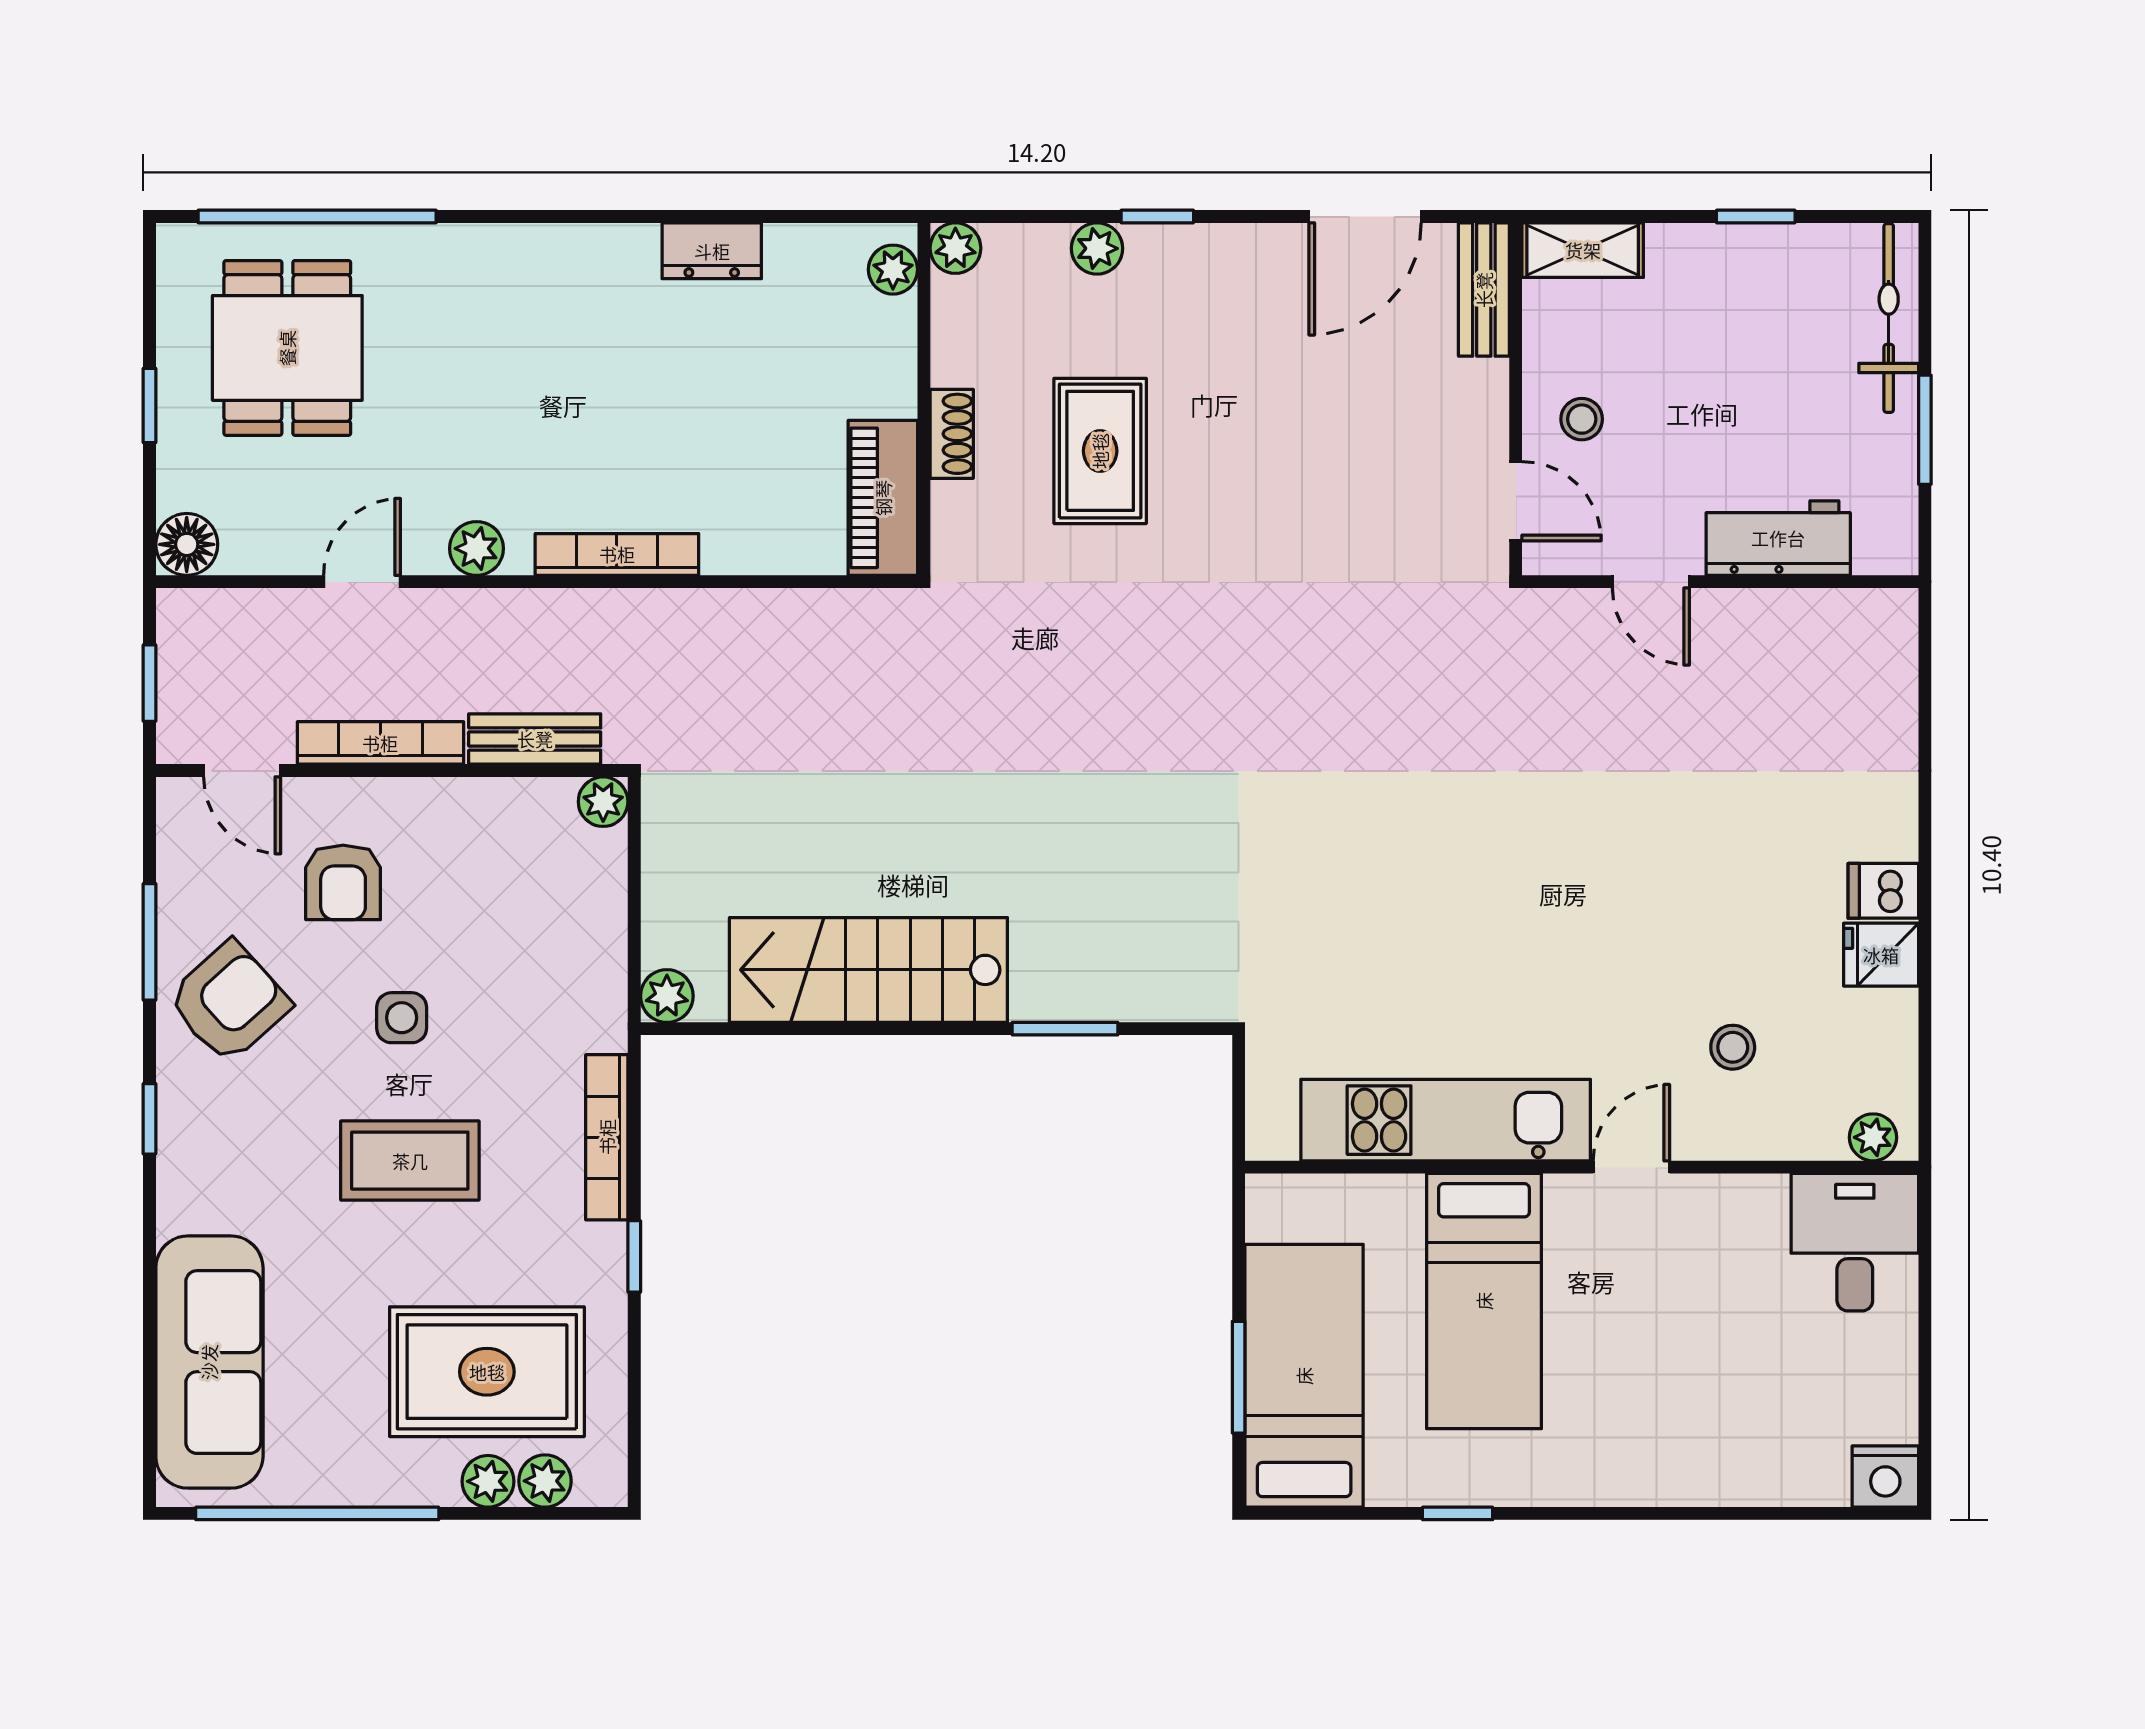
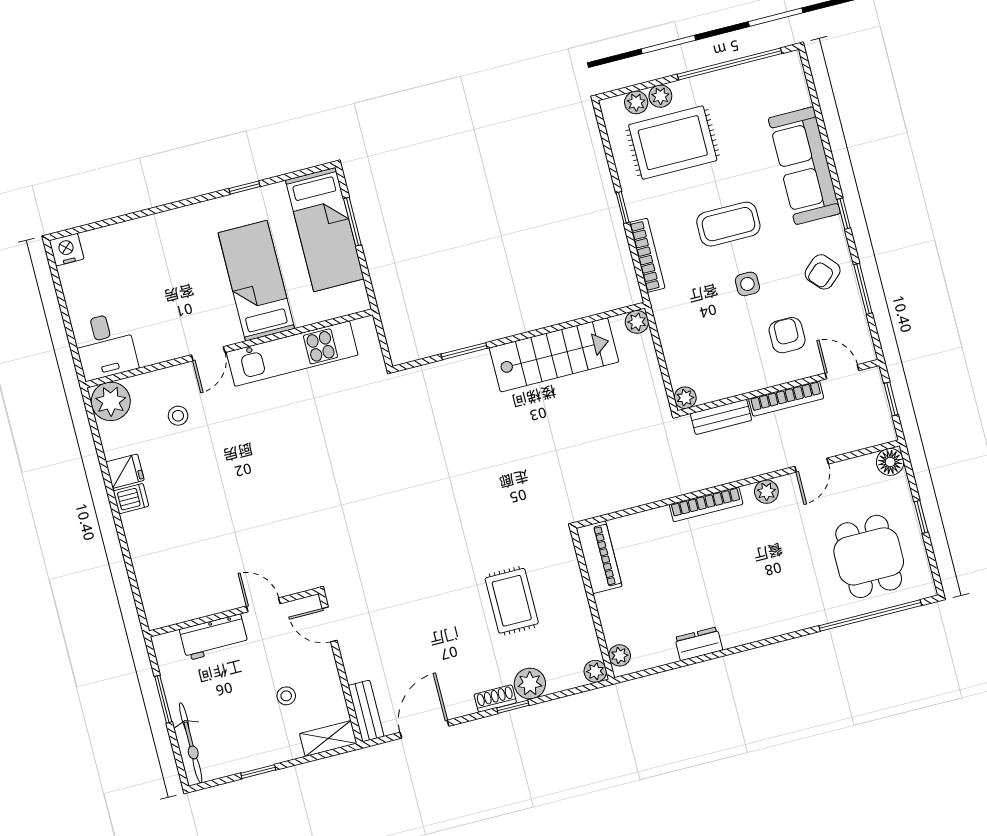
plant: (1097, 248) -> (530, 684), width x1.38, depth x1.38
stool: (1582, 419) -> (286, 696), moved
shoe rack: (952, 434) -> (495, 699), moved, turned 90
armchair: (229, 1002) -> (823, 272), width x0.72, depth x0.72
plant: (1873, 1137) -> (111, 401), width x1.88, depth x1.88
sofa: (209, 1362) -> (804, 166), moved

